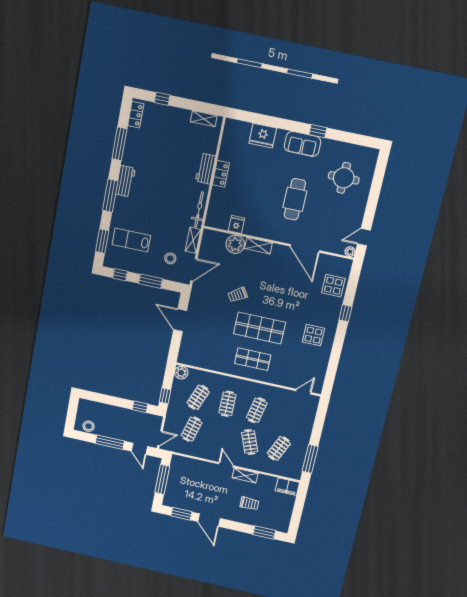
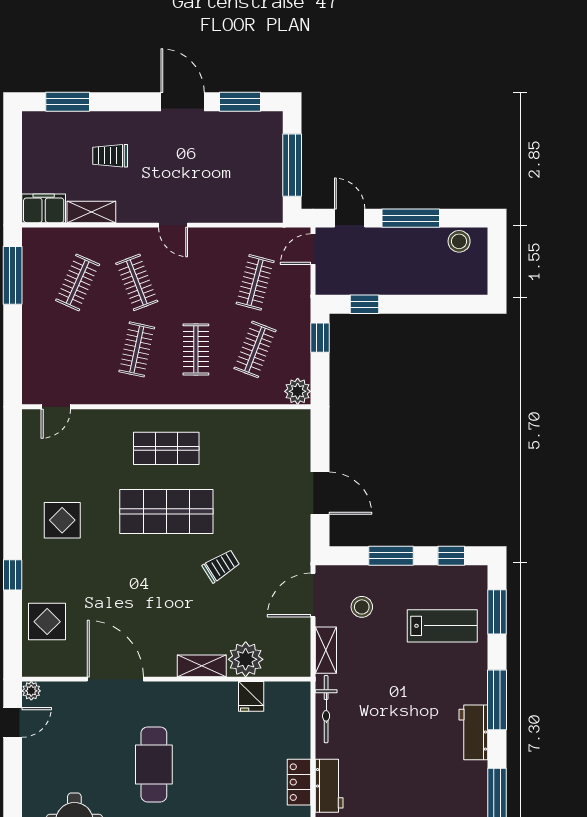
shelving: (245, 475) -> (91, 212), moved

